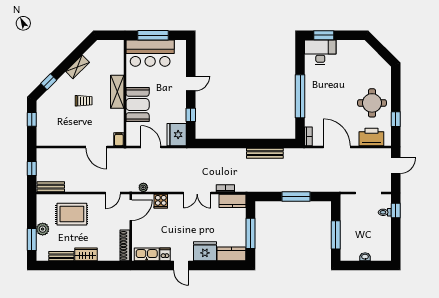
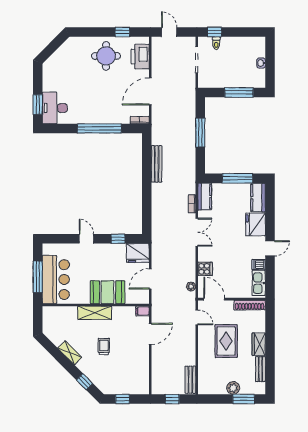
rug: (72, 214) -> (226, 341), moved

